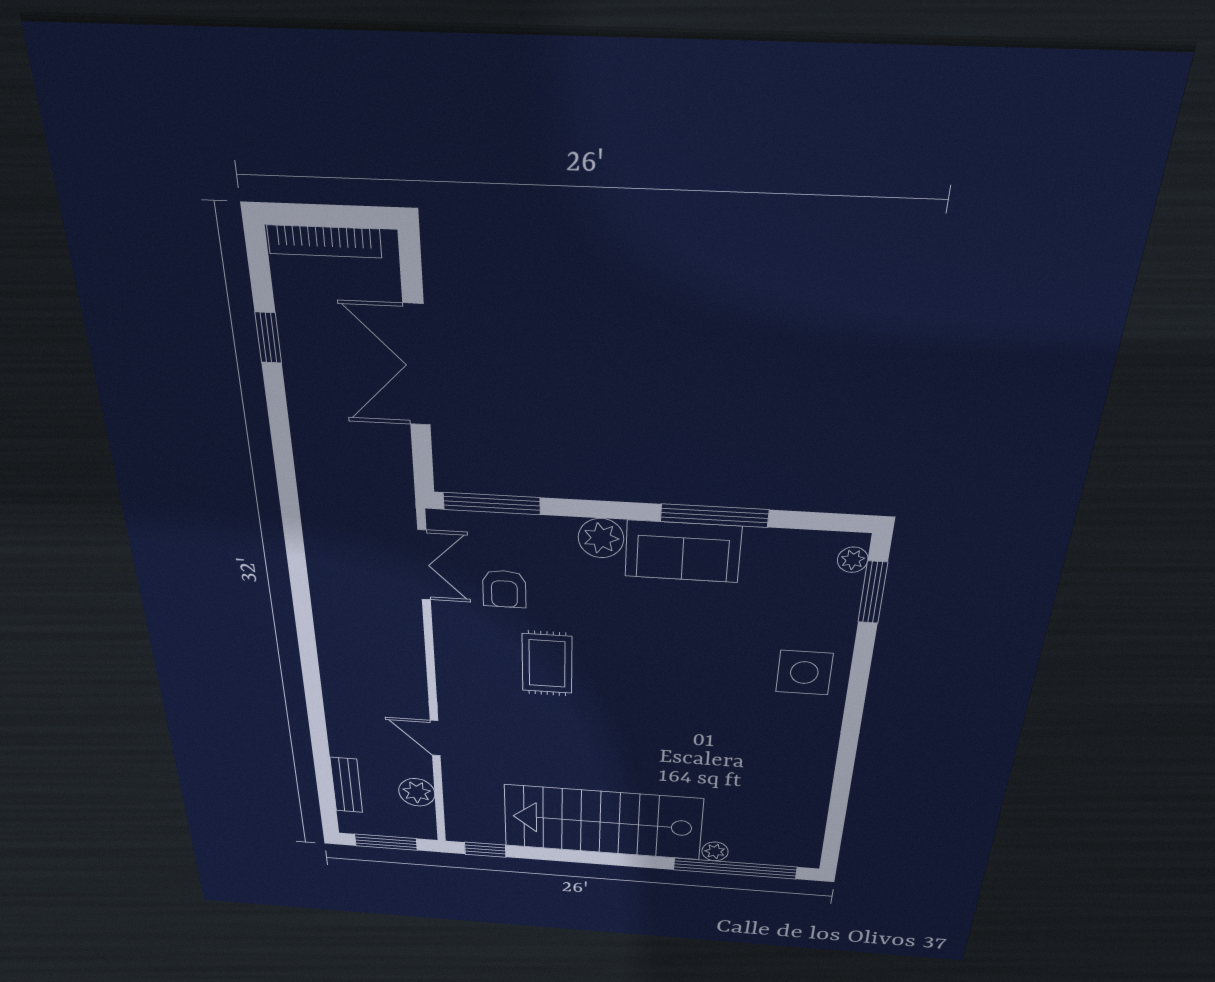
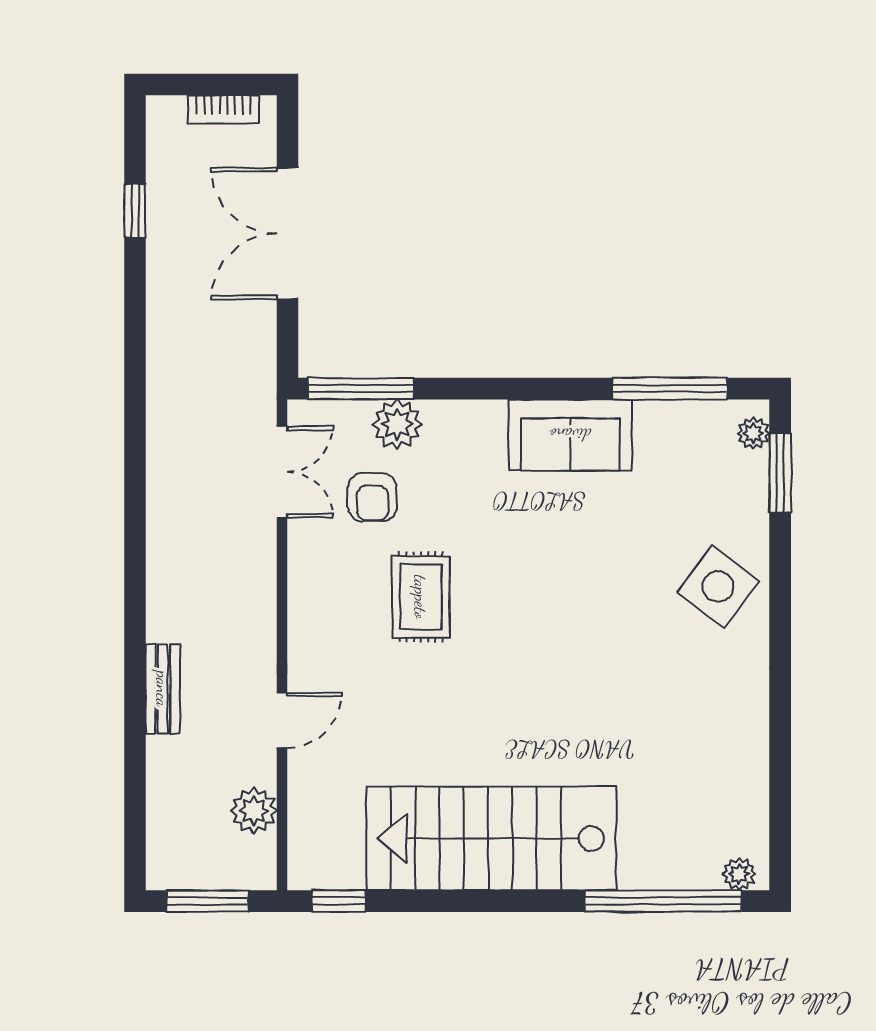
bookcase: (324, 241) -> (223, 109), width x0.64
window: (714, 516) -> (670, 389), moved
plant: (601, 538) -> (397, 424), moved
side table: (804, 673) -> (718, 586), turned 37
door: (435, 738) -> (282, 720), swing flipped
bench: (346, 785) -> (163, 689), moved
plant: (715, 851) -> (739, 874), moved

